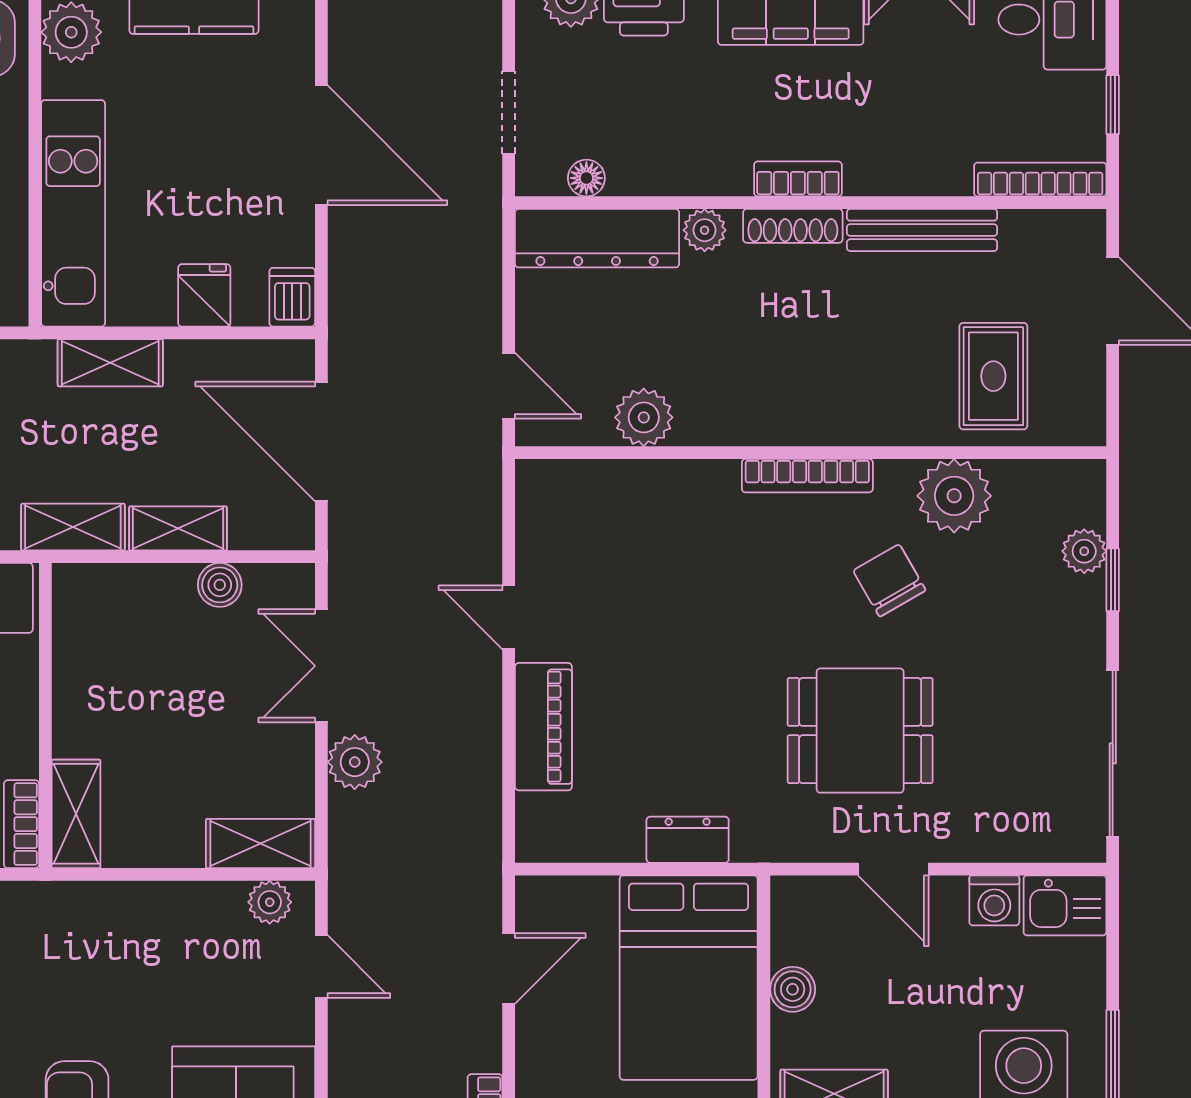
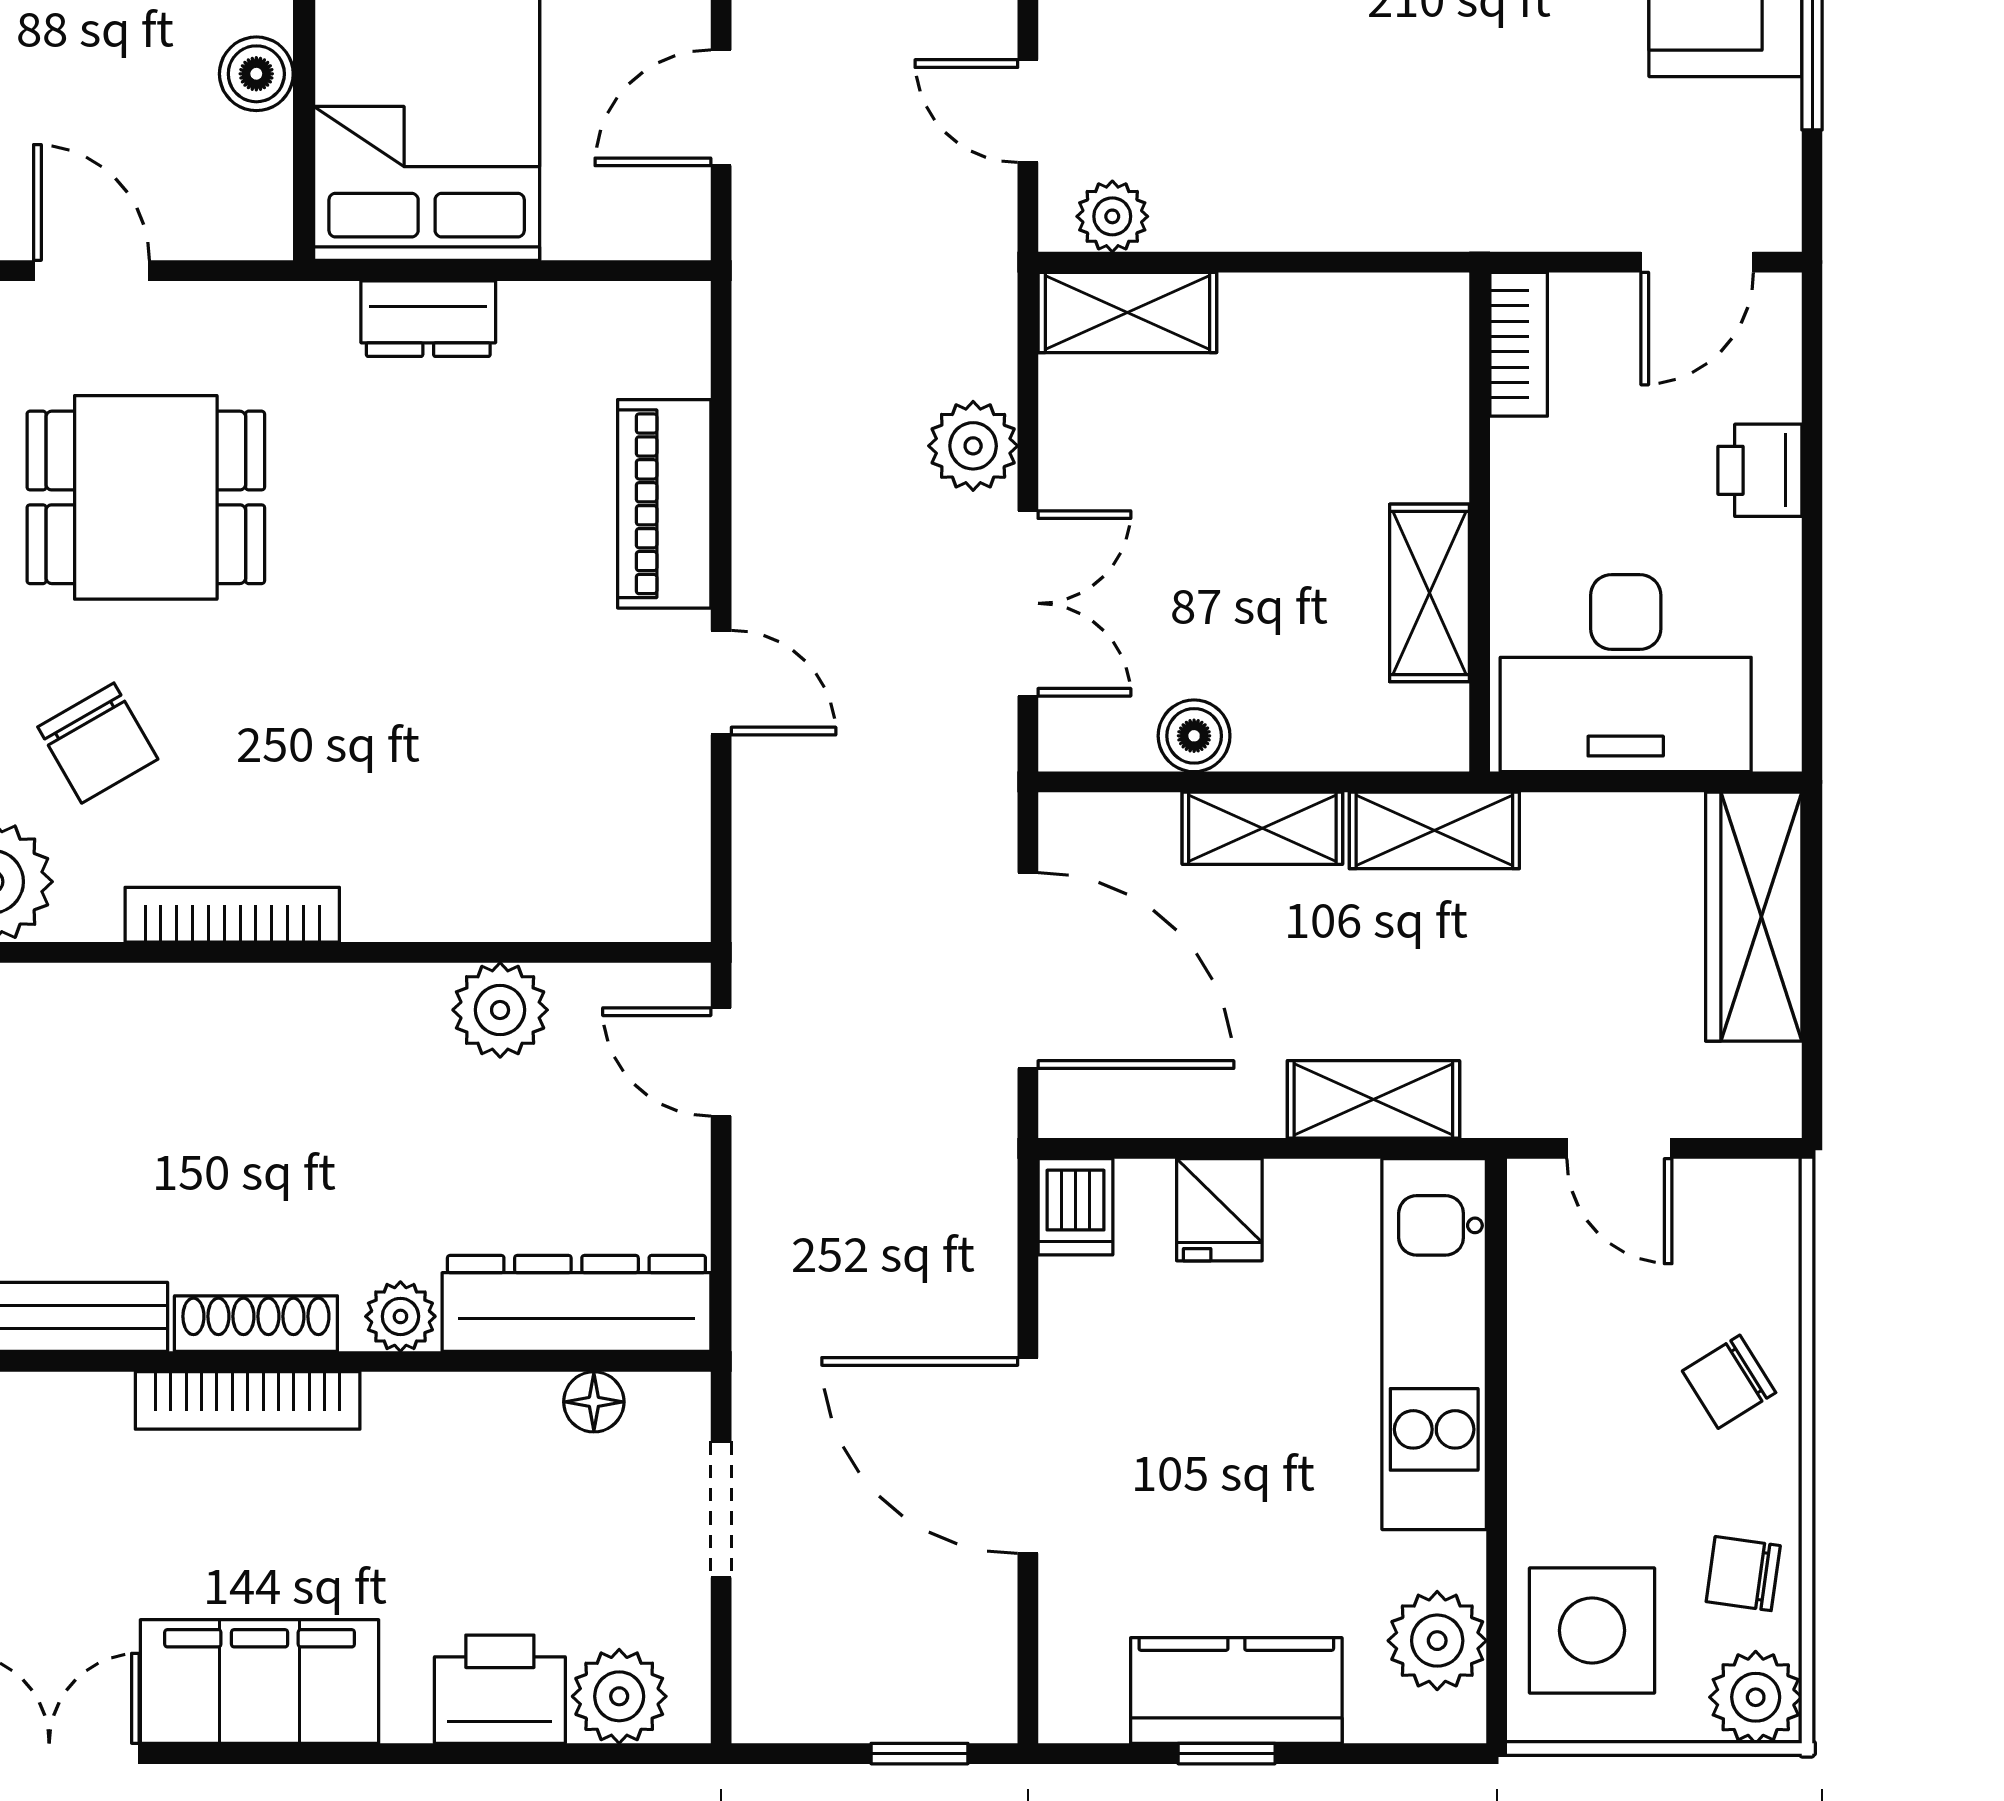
bookcase: (798, 179) -> (248, 1400), width x1.56
shelving: (76, 814) -> (1429, 593), moved

